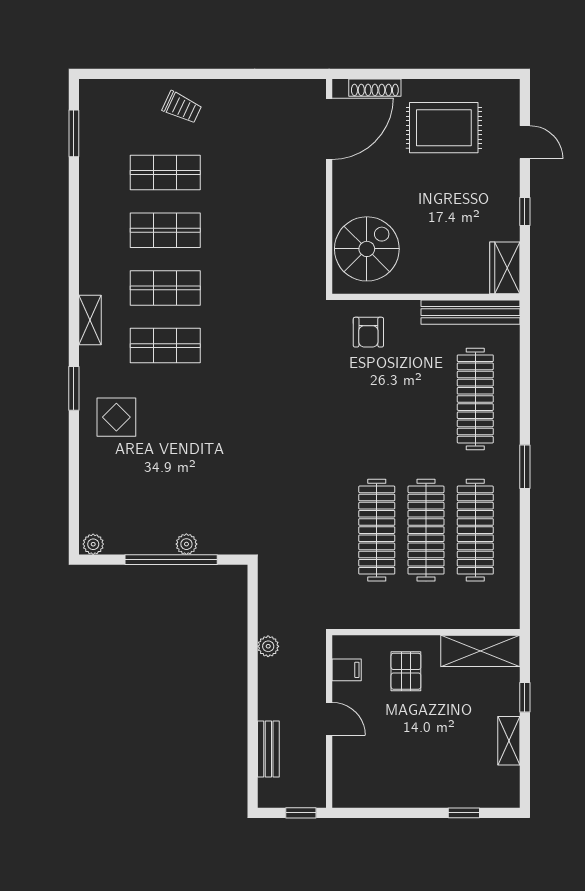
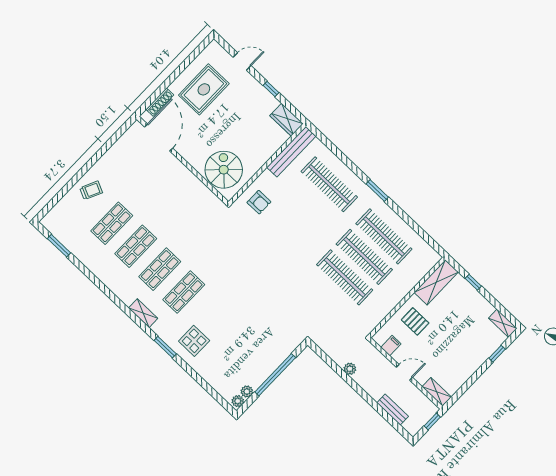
plant: (186, 544) -> (247, 391), moved
shelving: (509, 741) -> (503, 323), moved
shelving: (343, 783) -> (437, 392), added

